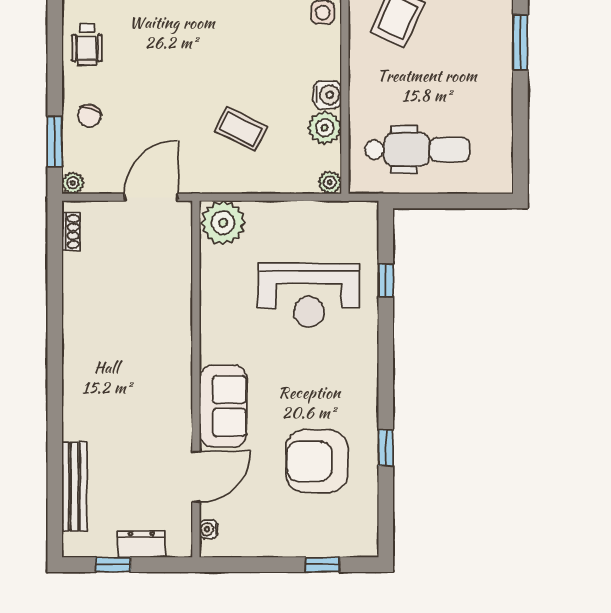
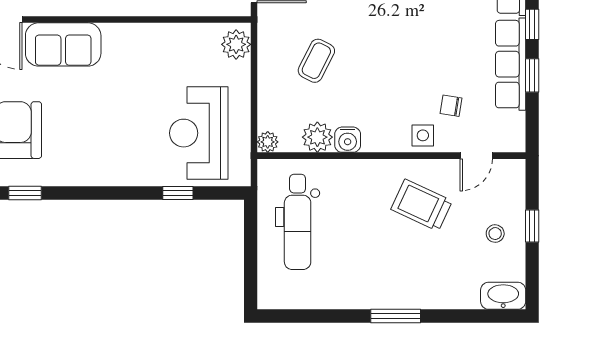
plant: (223, 223) -> (236, 44), width x0.73, depth x0.73
reception desk: (309, 295) -> (199, 133), moved

